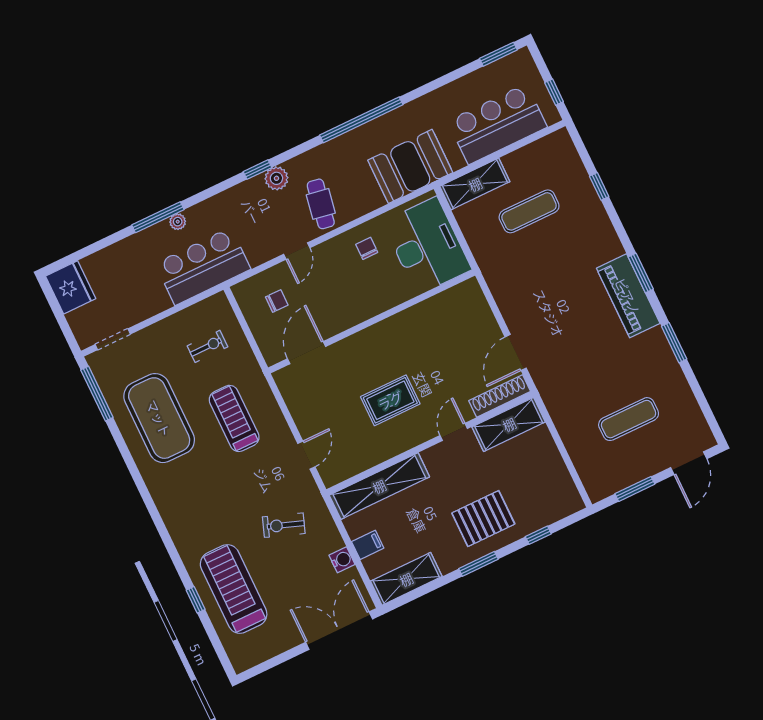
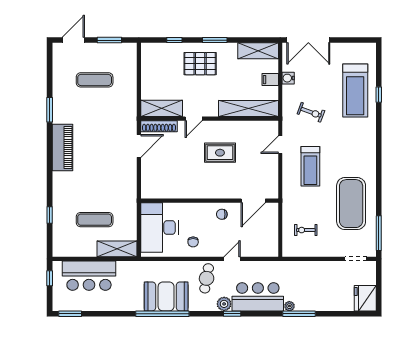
booth: (410, 166) -> (166, 296), moved
bar counter: (203, 266) -> (258, 297), moved, turned 180
window: (641, 273) -> (50, 157), removed
chair: (277, 301) -> (222, 214), moved
treadmill: (234, 418) -> (310, 166), moved

